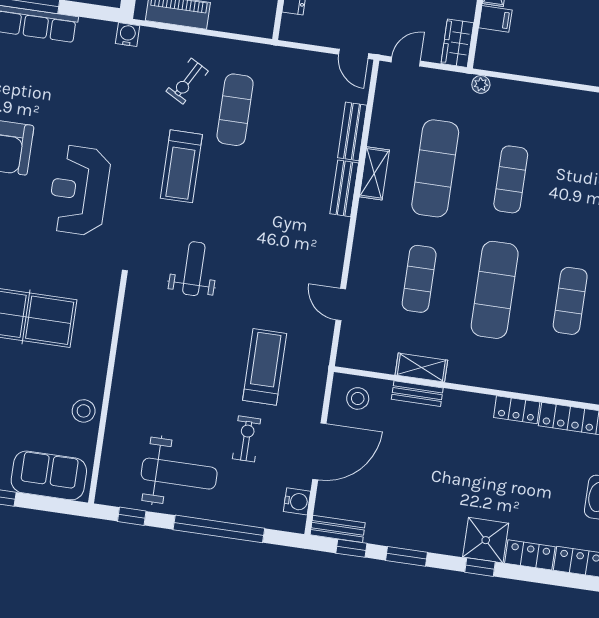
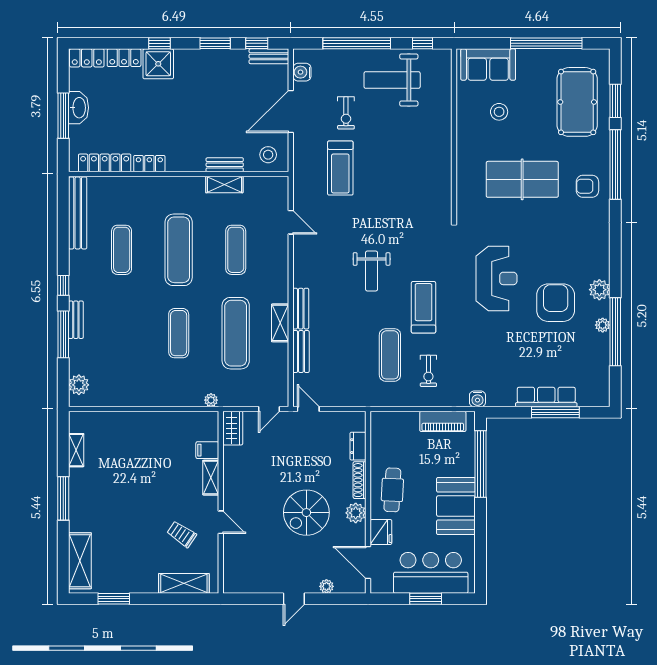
exercise bike: (187, 81) -> (428, 371), turned 151
weight bench: (194, 269) -> (372, 271), moved
stool: (84, 411) -> (499, 112), moved

